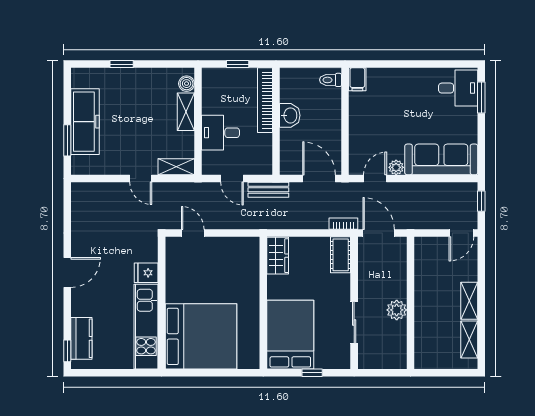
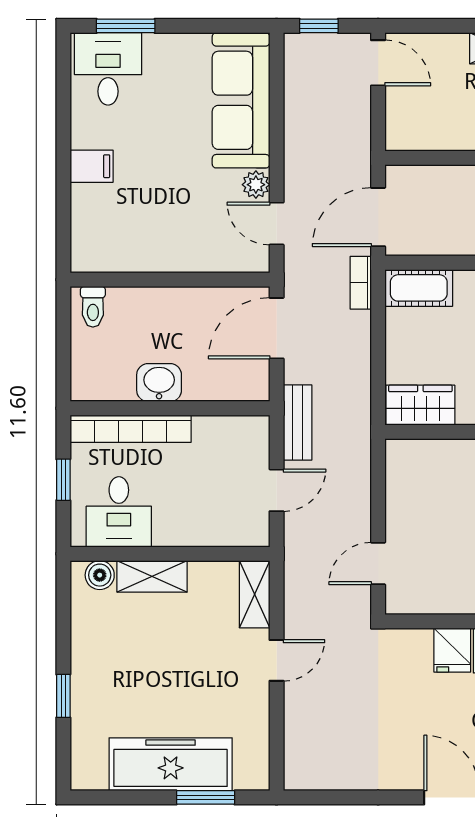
filing cabinet: (357, 79) -> (92, 166), moved
desk: (220, 133) -> (119, 512), moved

